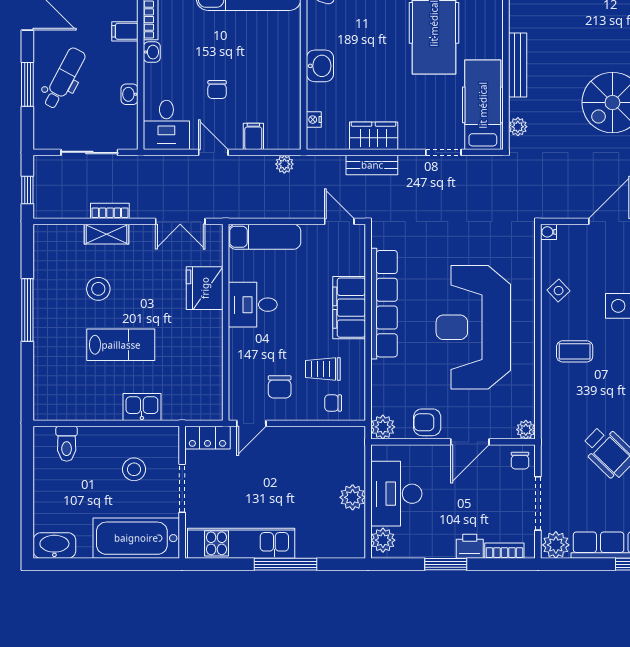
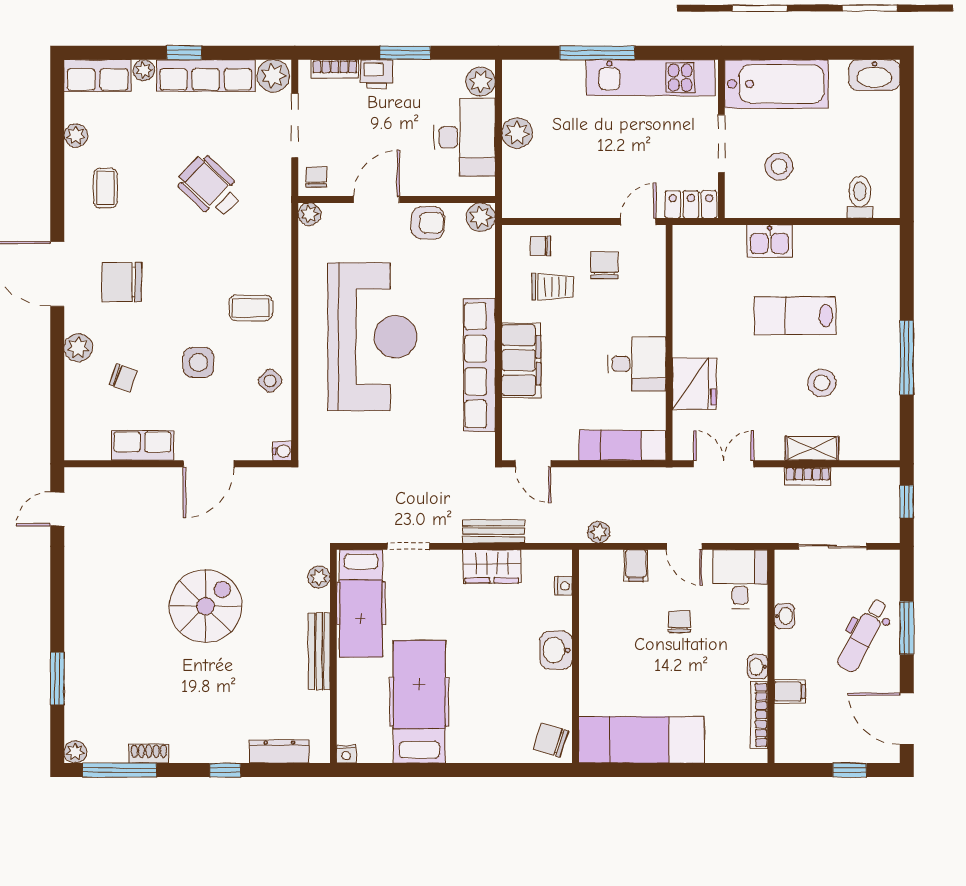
chair: (333, 403) -> (540, 246), turned 180

